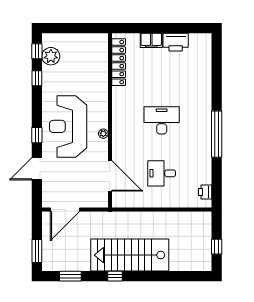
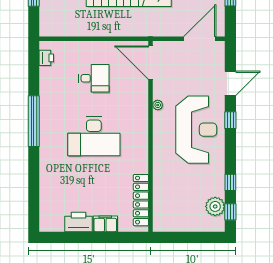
desk: (162, 120) -> (94, 136), width x1.36, depth x1.30
plant: (103, 134) -> (158, 105), moved
door: (110, 176) -> (151, 63), moved

